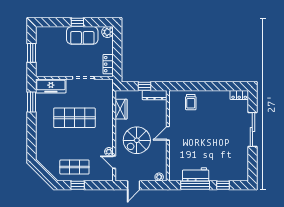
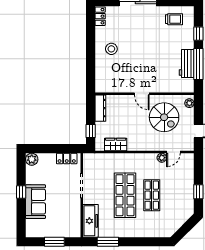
sofa: (82, 35) -> (35, 202), moved
window: (145, 86) -> (91, 131), moved
trolley: (191, 102) -> (174, 19), moved
stool: (209, 105) -> (111, 49), added
spiral stairs: (137, 140) -> (164, 117), moved
shop shelf: (74, 167) -> (152, 195), moved

